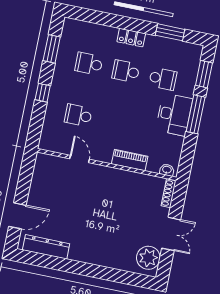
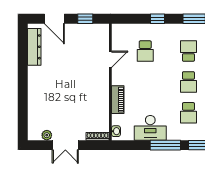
school desk: (126, 71) -> (188, 82), turned 180
school desk: (78, 115) -> (145, 51), turned 180
desk: (174, 115) -> (150, 128), moved
window: (25, 179) -> (85, 19), added
plant: (148, 258) -> (47, 135), width x0.53, depth x0.53

